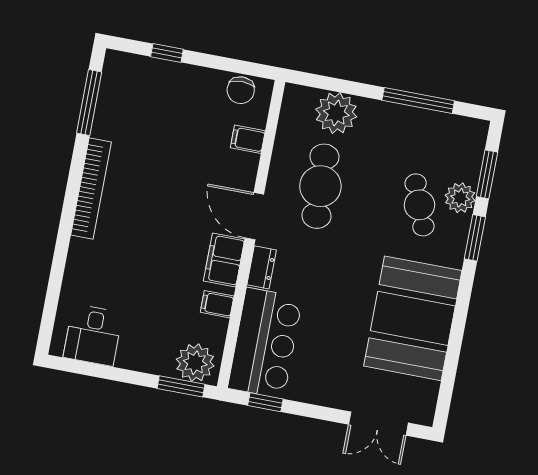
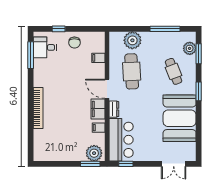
chair: (241, 90) -> (74, 43), moved
bookcase: (91, 189) -> (38, 108), moved
plant: (460, 198) -> (190, 48), moved
window: (475, 238) -> (199, 91), moved
desk: (93, 335) -> (45, 47), moved, turned 90

